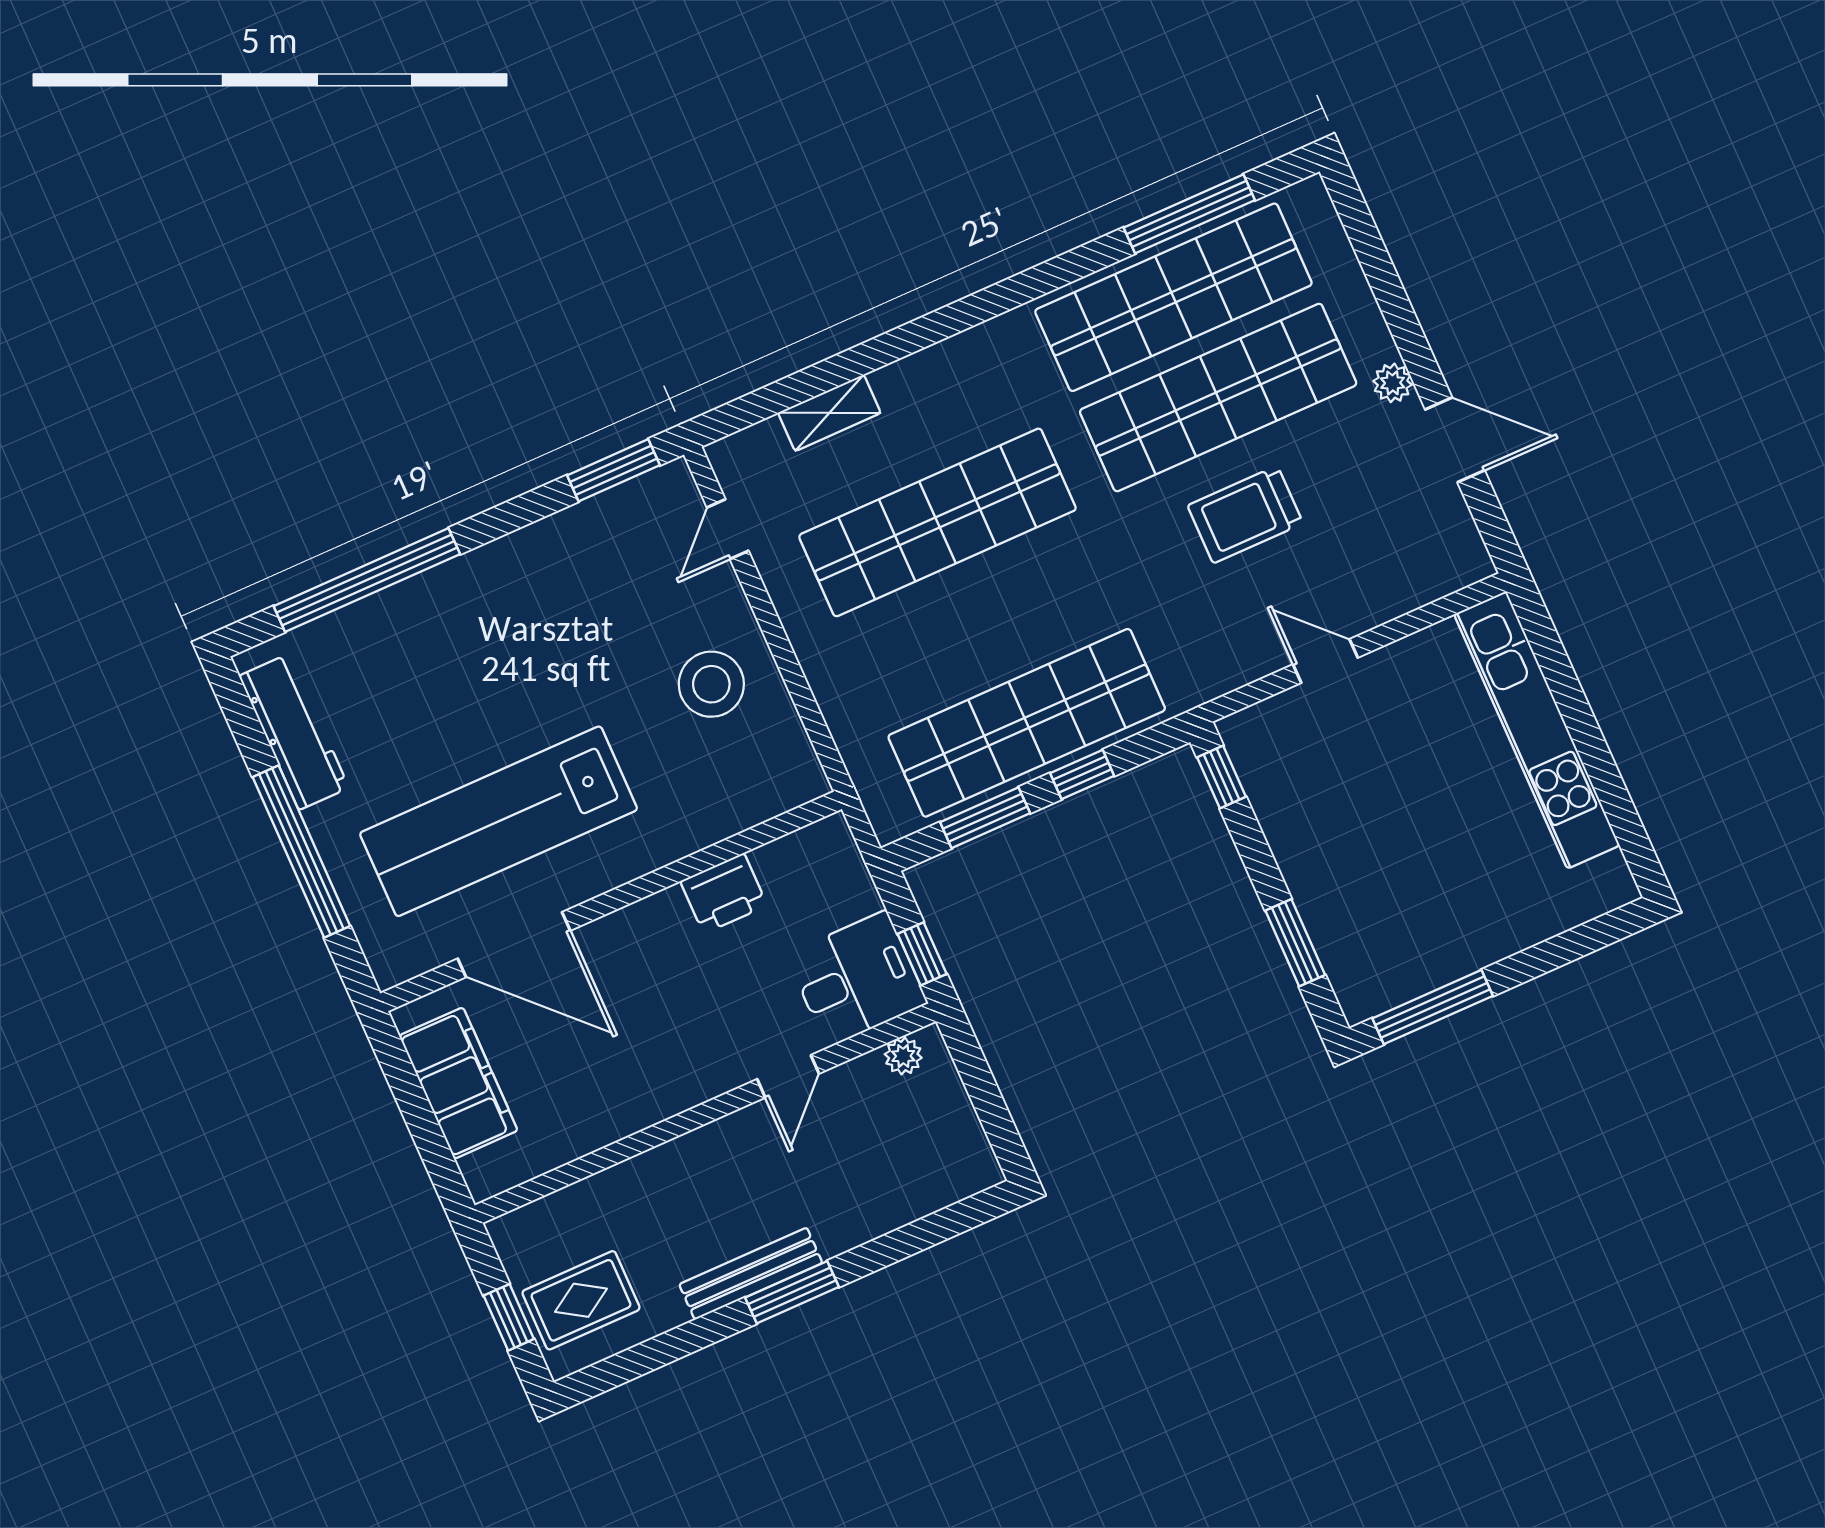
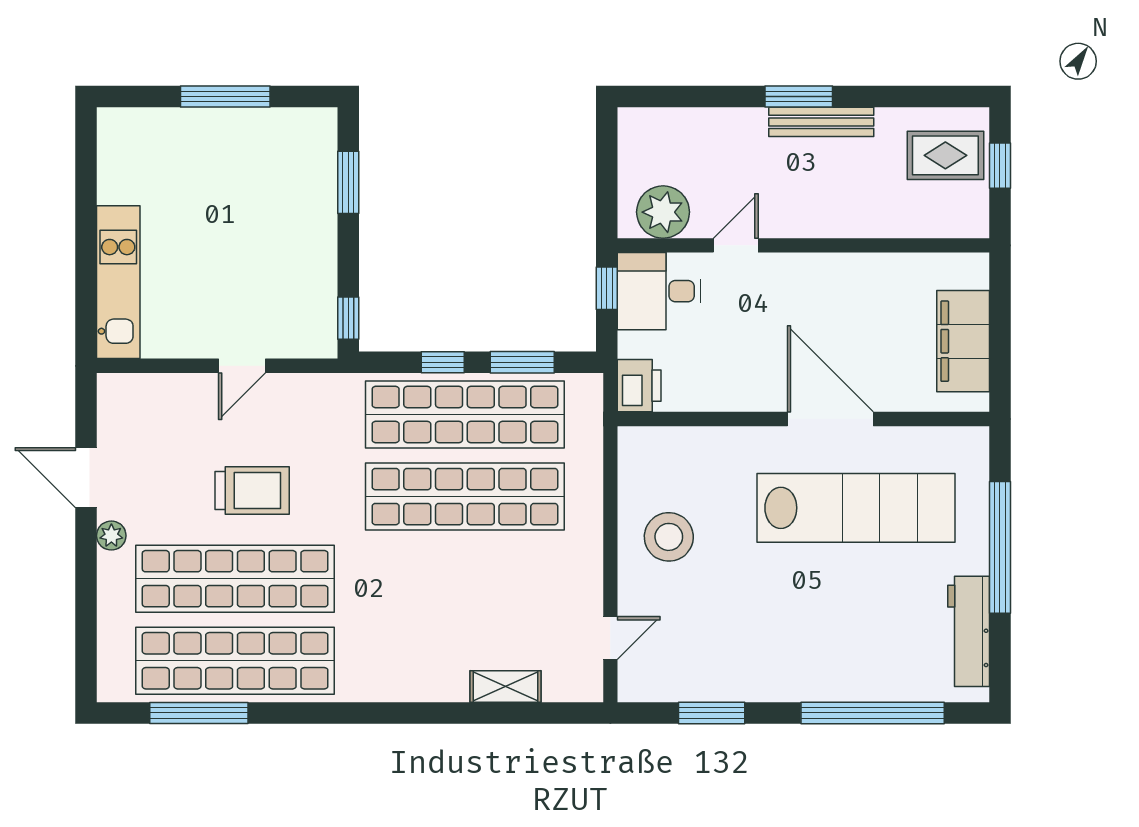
window: (613, 470) -> (712, 713), moved
shop shelf: (937, 522) -> (465, 497), moved
door: (1325, 661) -> (242, 366), hinge flipped
kitchen unit: (1537, 730) -> (118, 282), width x0.73
printer: (724, 893) -> (639, 386), moved, turned 90
door: (514, 945) -> (830, 419), moved
window: (1433, 1007) -> (225, 97), moved
plant: (903, 1056) -> (663, 212), width x1.88, depth x1.88

